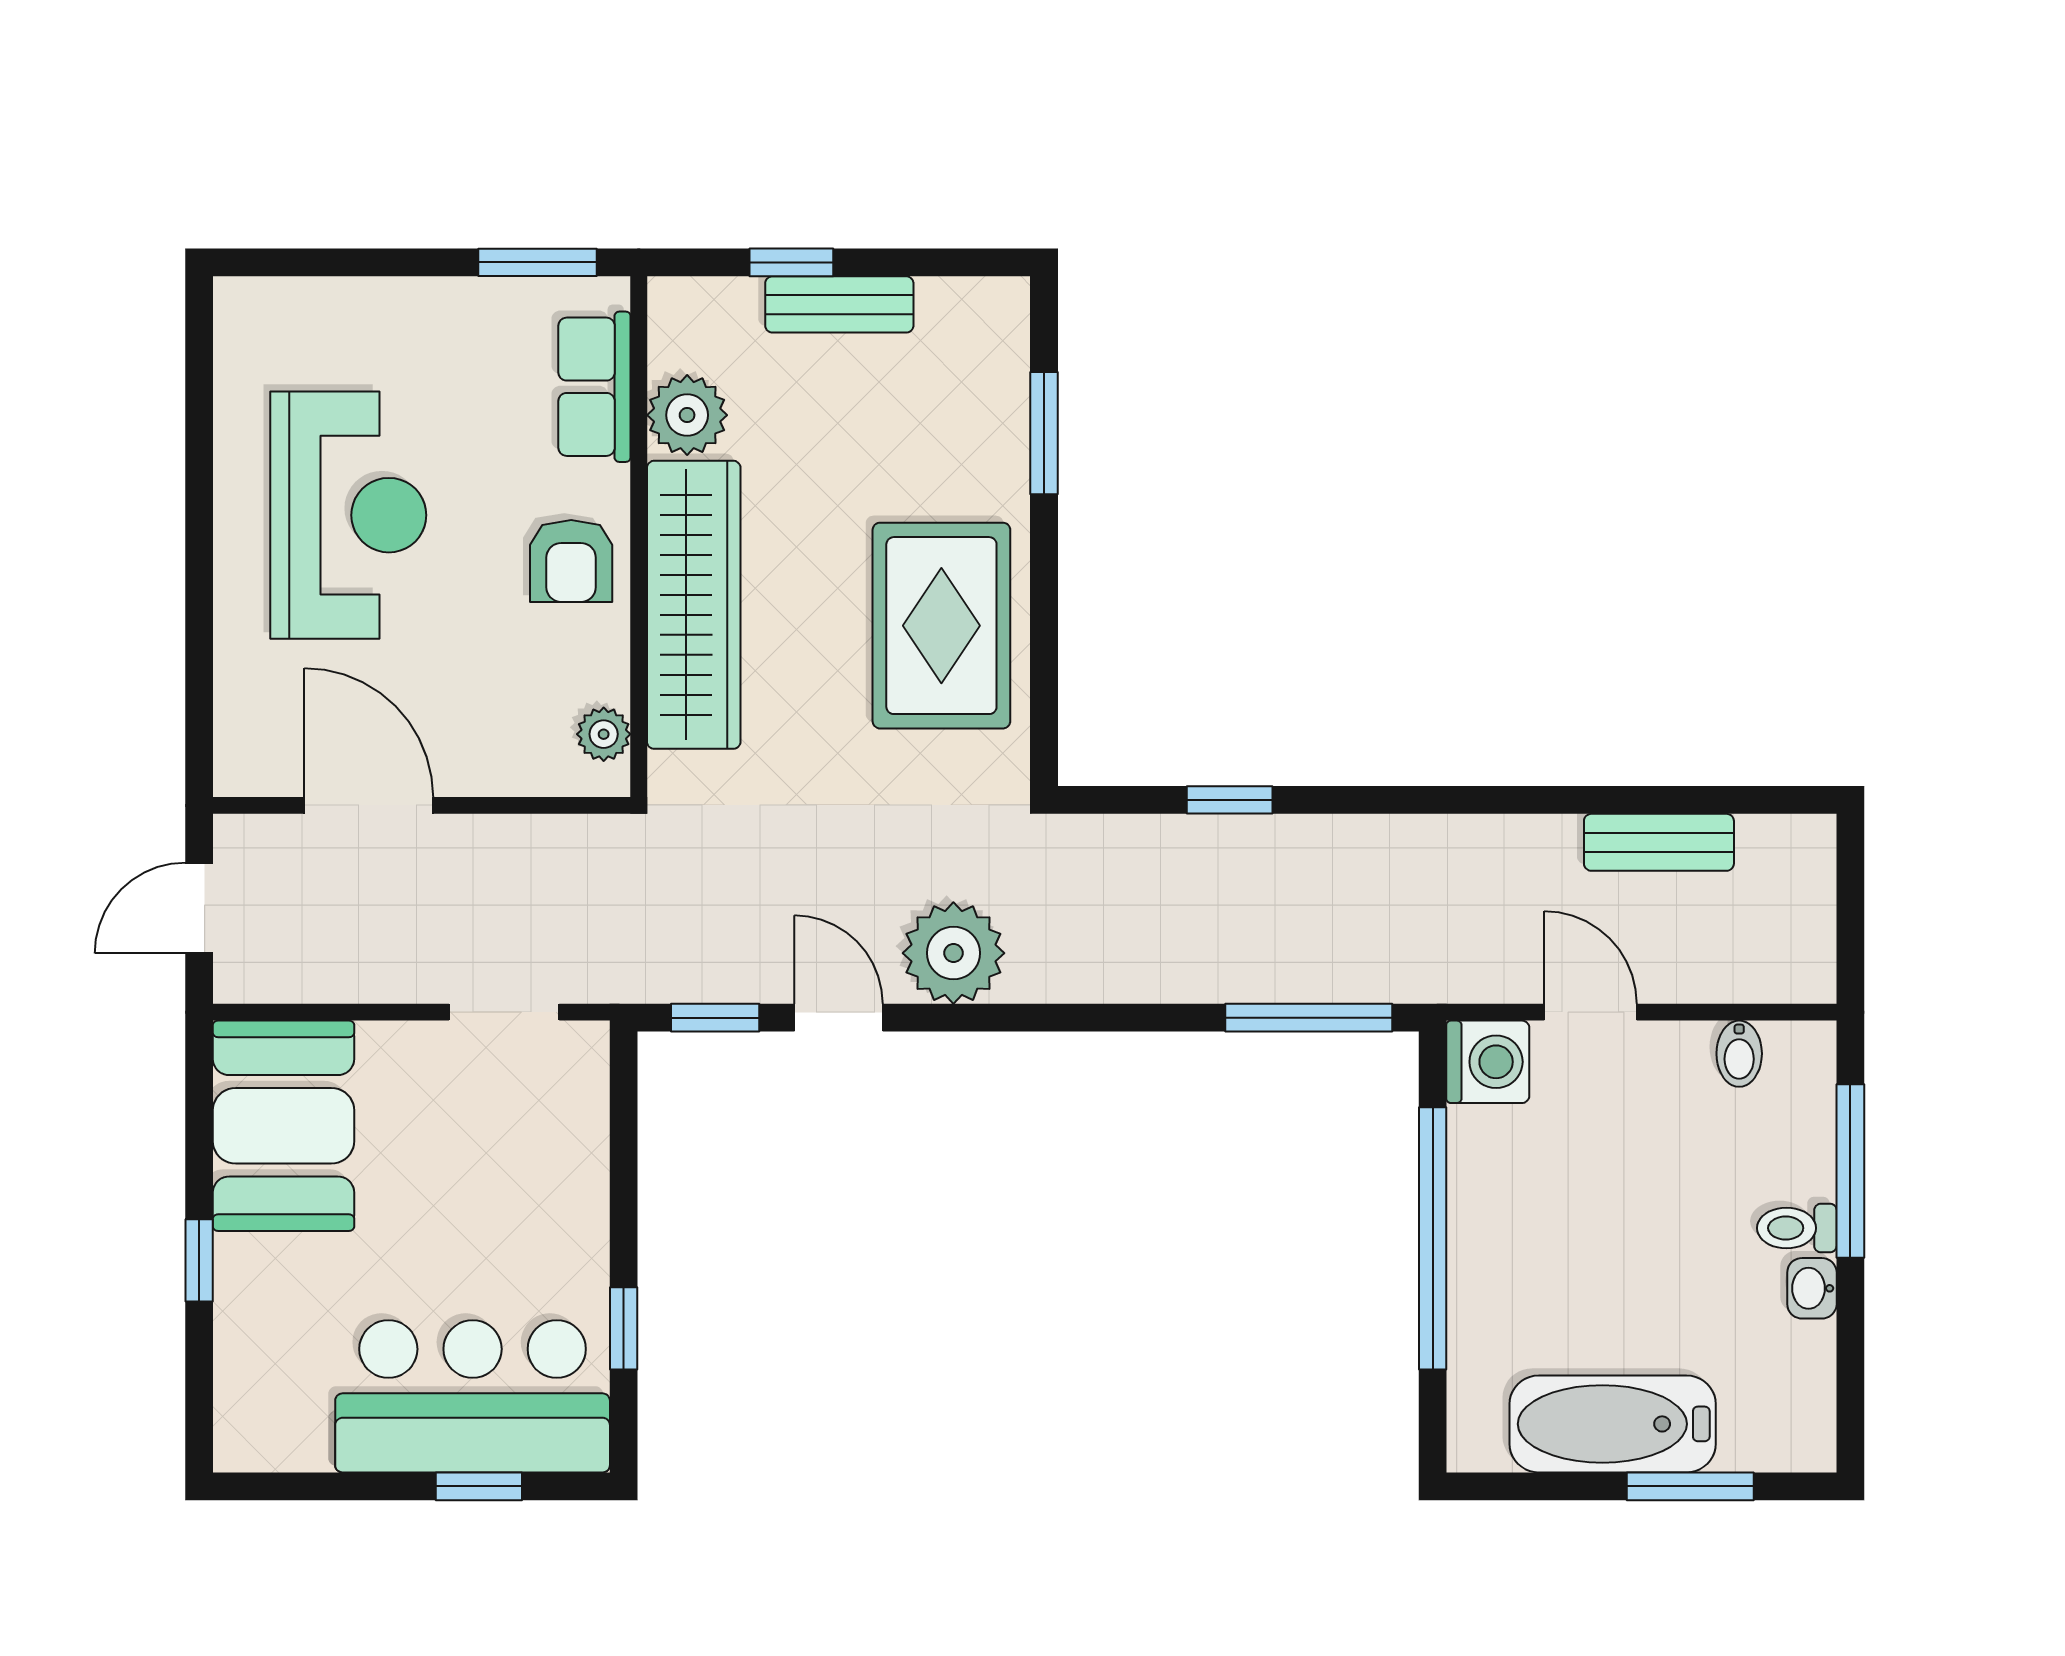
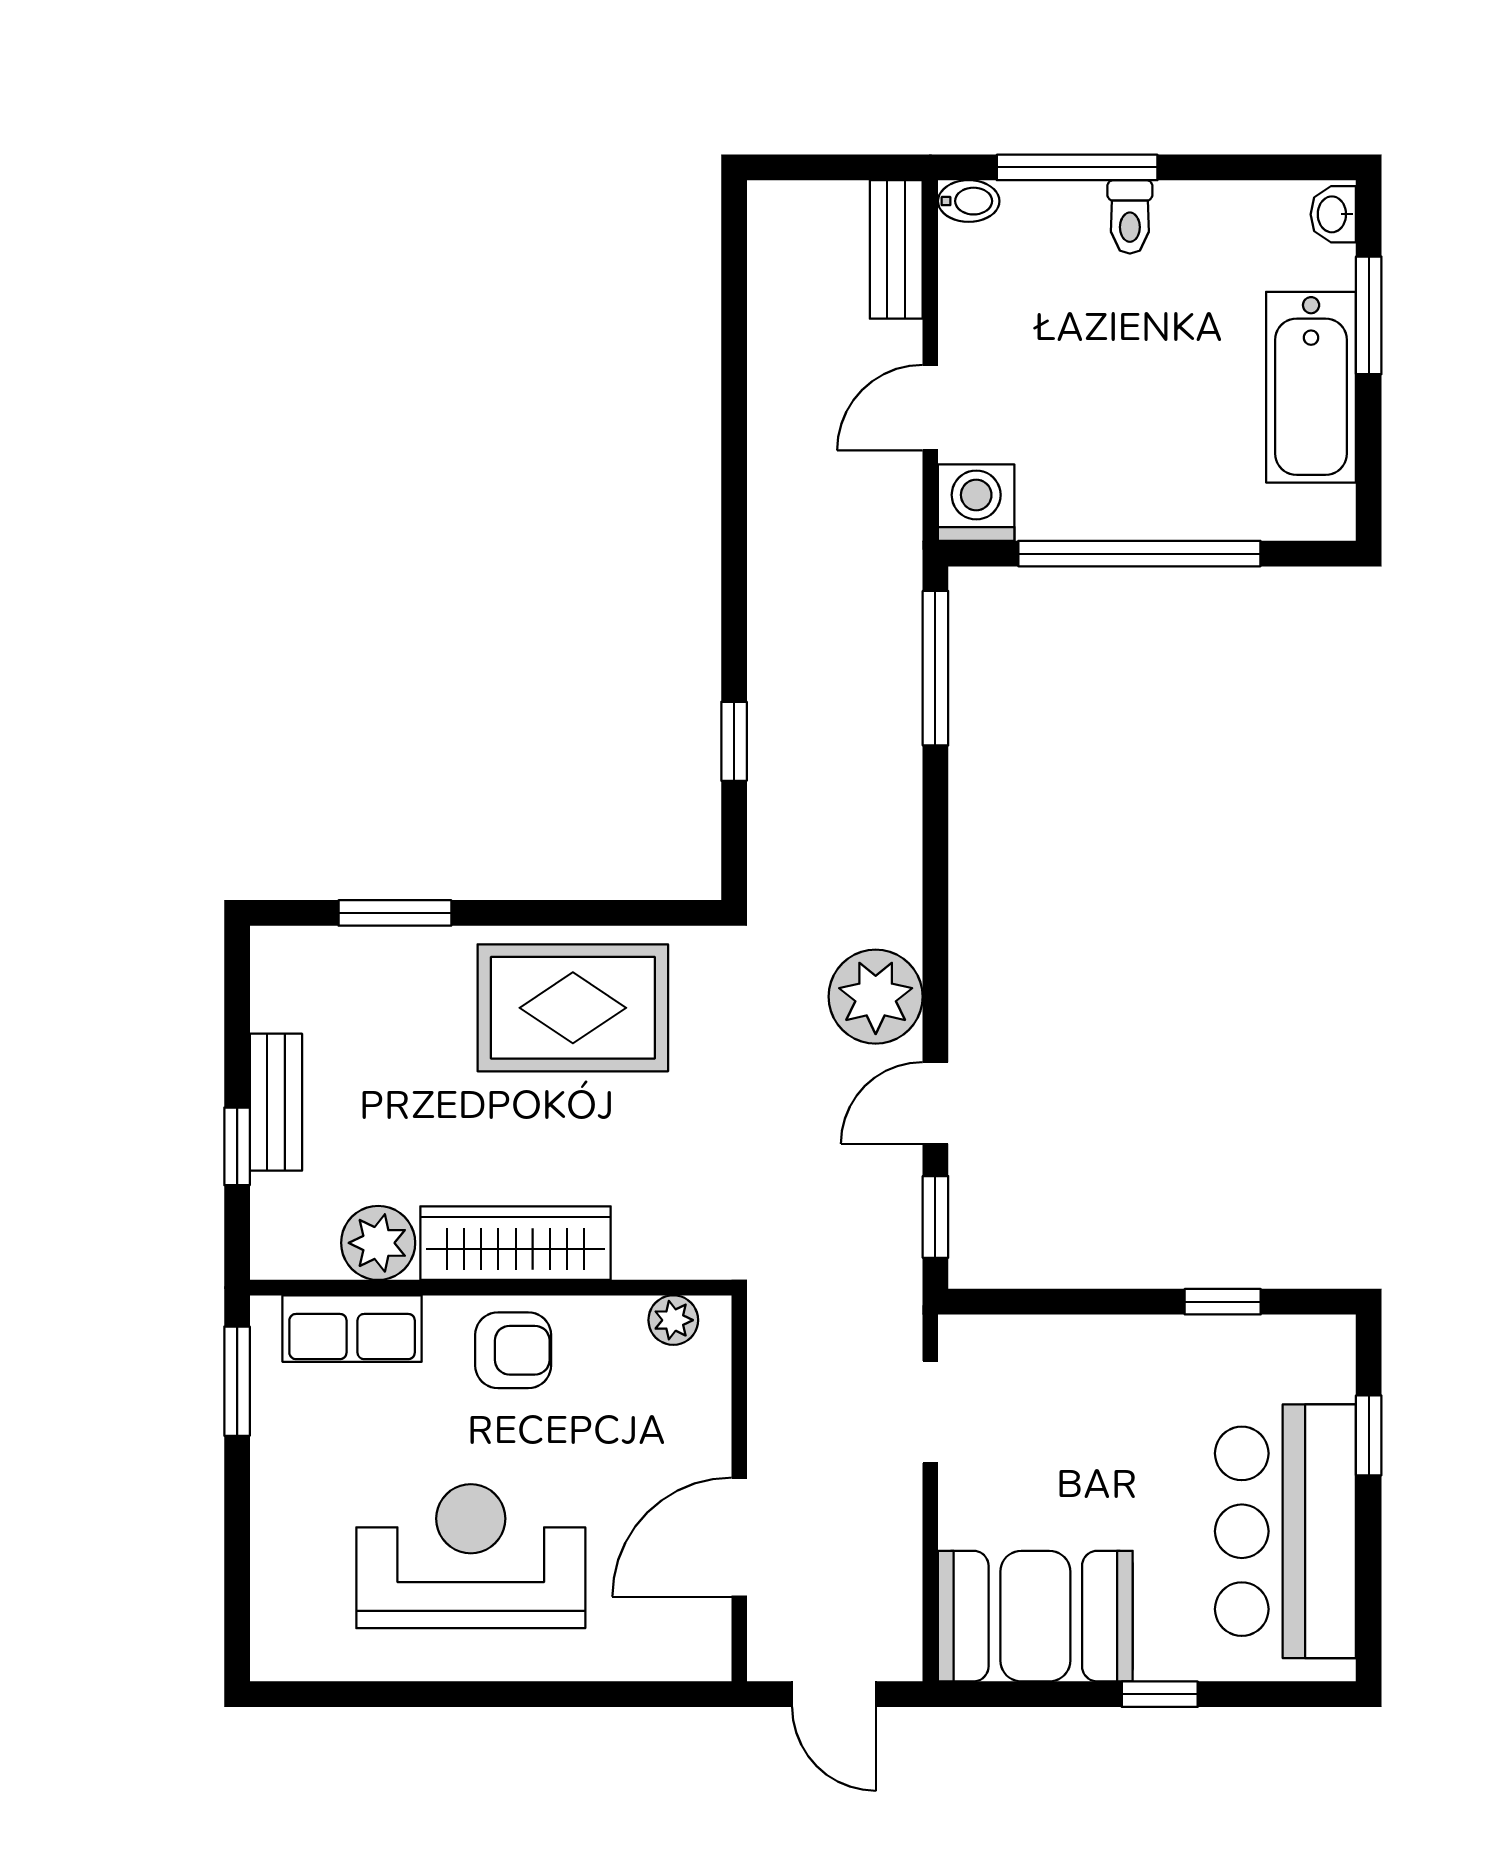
wardrobe: (694, 605) -> (516, 1243), width x0.71, depth x0.85
bench: (1659, 842) -> (896, 249), moved
bidet: (1739, 1054) -> (969, 201), moved
washbasin: (1812, 1288) -> (1333, 214), moved, turned 90
bar counter: (473, 1396) -> (1285, 1531), moved

